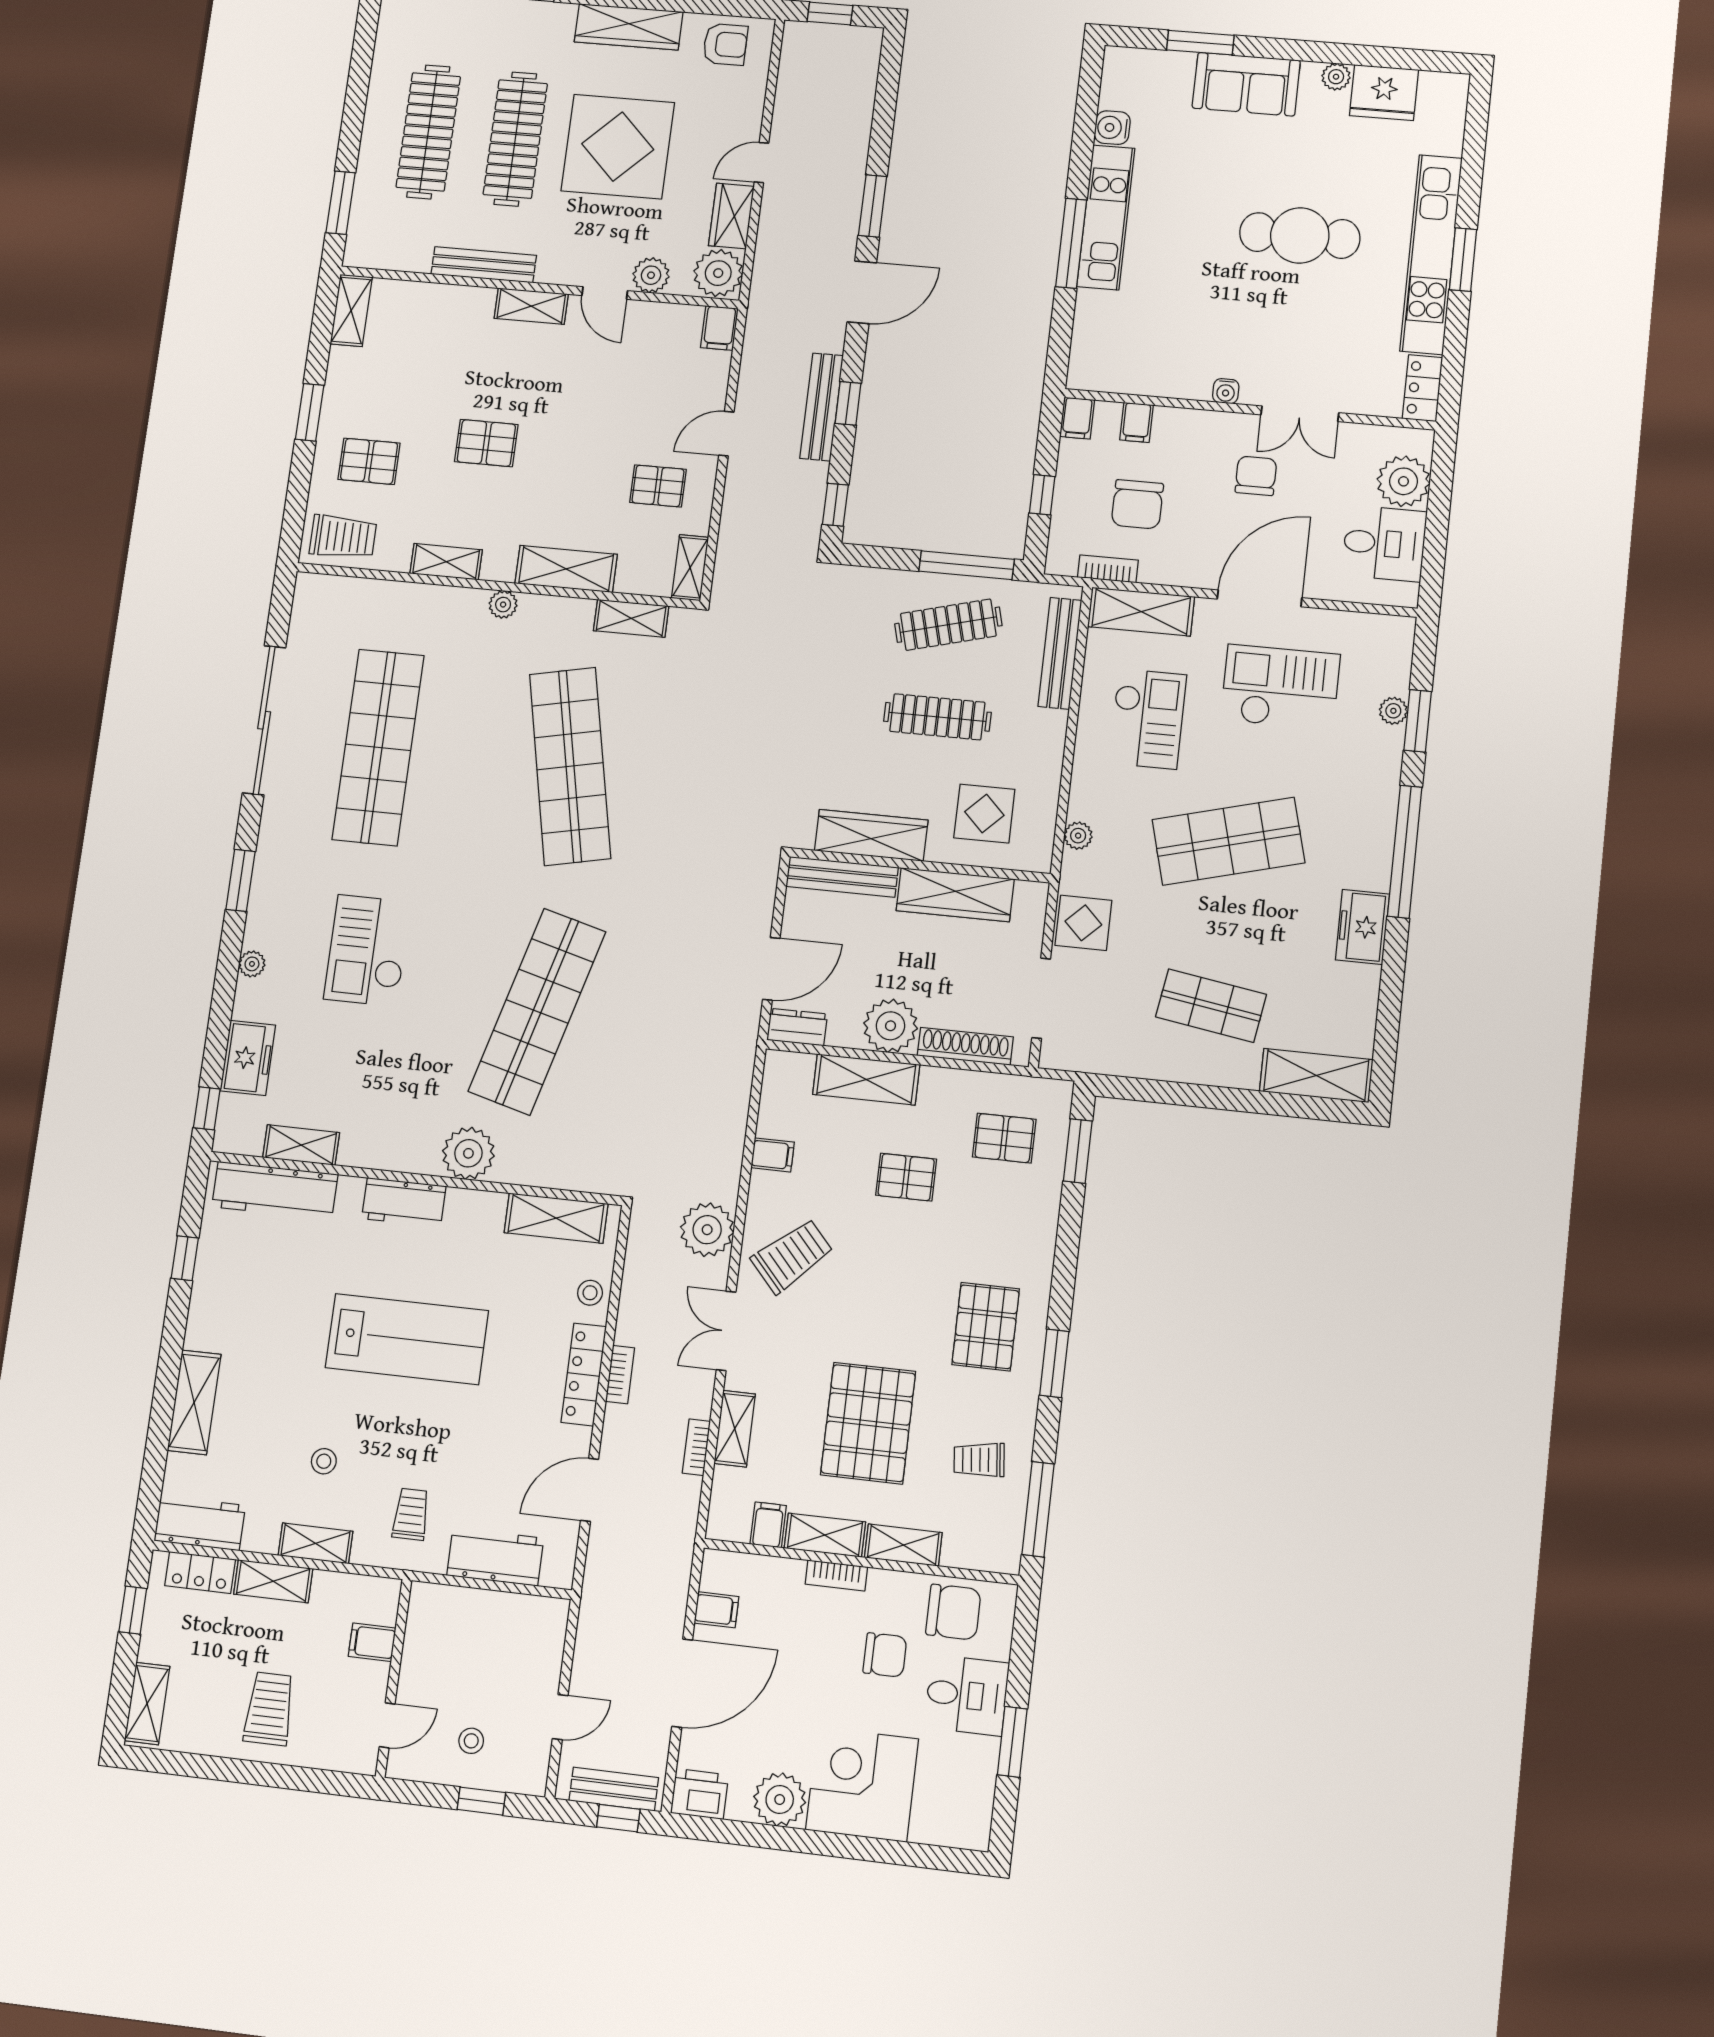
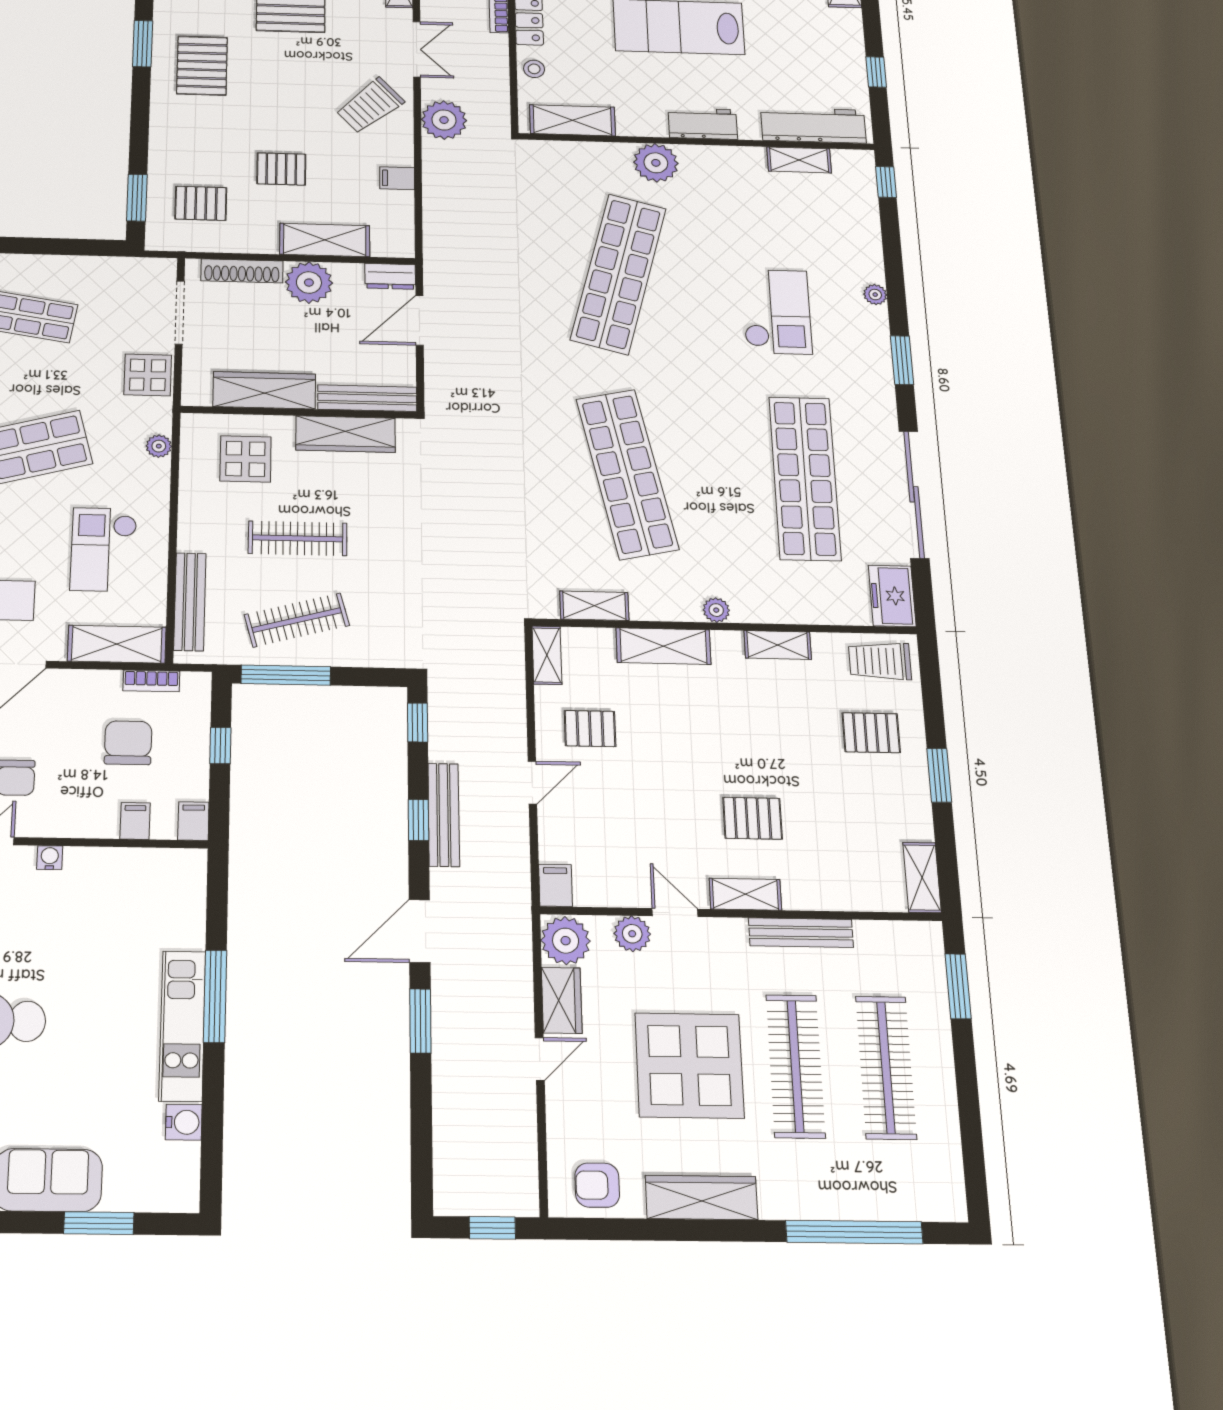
pallet: (486, 443) -> (753, 818), moved
freezer: (248, 1058) -> (892, 596), moved

